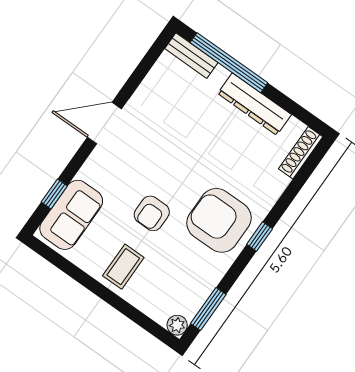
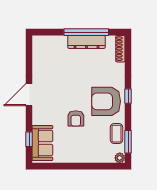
bench: (191, 56) -> (46, 40), removed
window: (229, 63) -> (86, 32), moved
coffee table: (123, 267) -> (117, 134), moved

